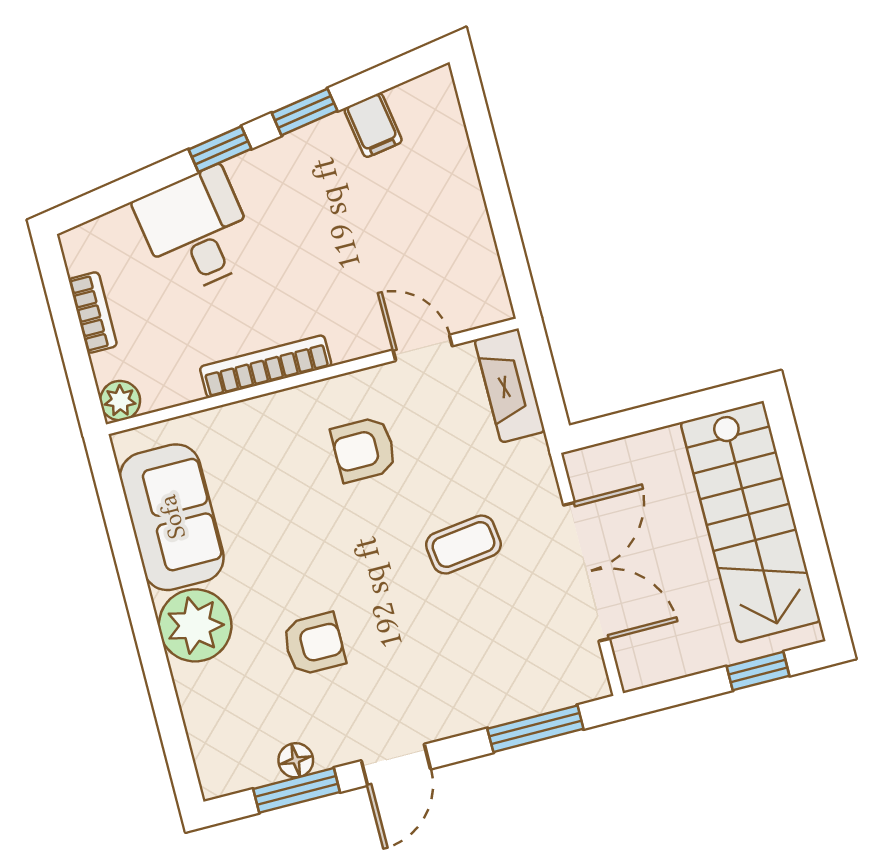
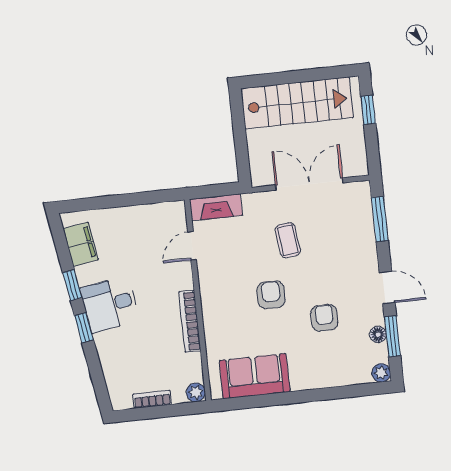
filing cabinet: (373, 125) -> (81, 244), width x2.00
desk: (196, 231) -> (110, 304), moved
armchair: (364, 449) -> (271, 295), moved, turned 180
plant: (195, 625) -> (381, 373), moved, width x0.53, depth x0.53

